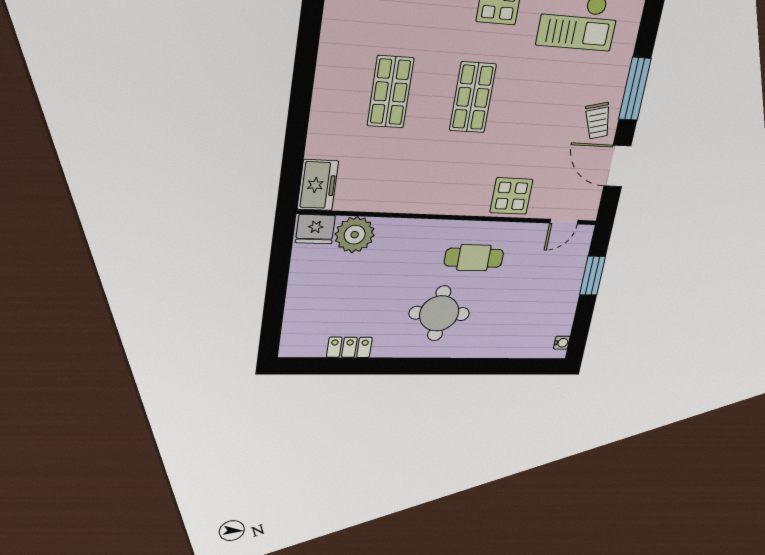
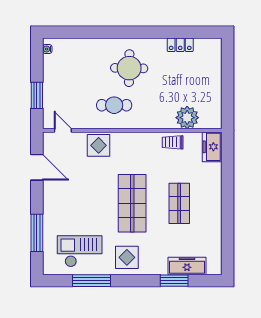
window: (635, 89) -> (37, 233), moved
shop shelf: (473, 97) -> (132, 203), width x1.43, depth x1.36
trolley: (598, 121) -> (173, 142), moved, turned -75
door: (564, 222) -> (63, 130), hinge flipped
fridge: (315, 229) -> (210, 120), removed

